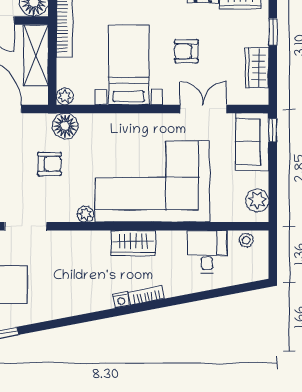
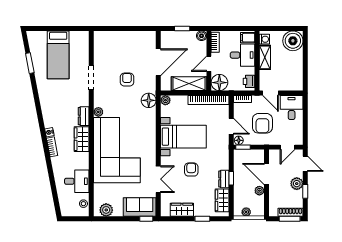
armchair: (49, 164) -> (127, 80), moved, turned 180
dresser: (93, 240) -> (84, 116), added

